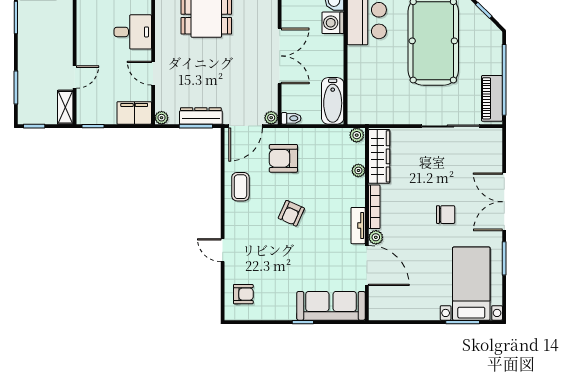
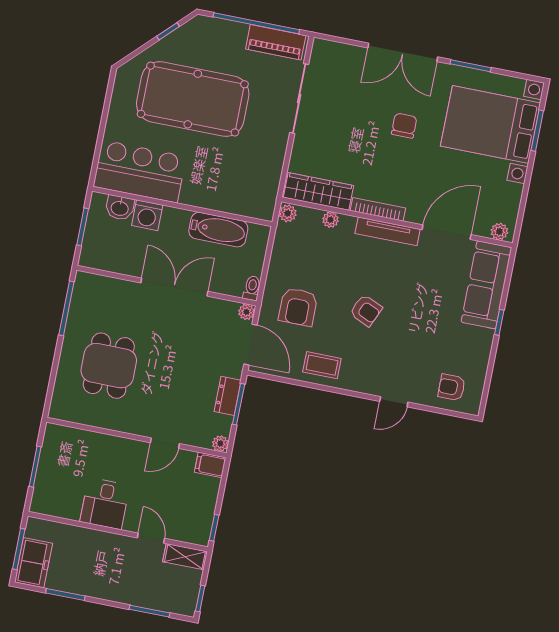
desk: (133, 32) -> (105, 504), moved, turned 180
bathtub: (333, 101) -> (218, 230), moved
filing cabinet: (134, 113) -> (210, 465), width x0.50
dresser: (201, 116) -> (228, 396), width x0.70
tv unit: (358, 226) -> (388, 231), width x1.41
plant: (376, 237) -> (499, 231), moved
bed with nightstands: (471, 284) -> (491, 125), width x1.36
armchair: (243, 294) -> (452, 387), turned -90

